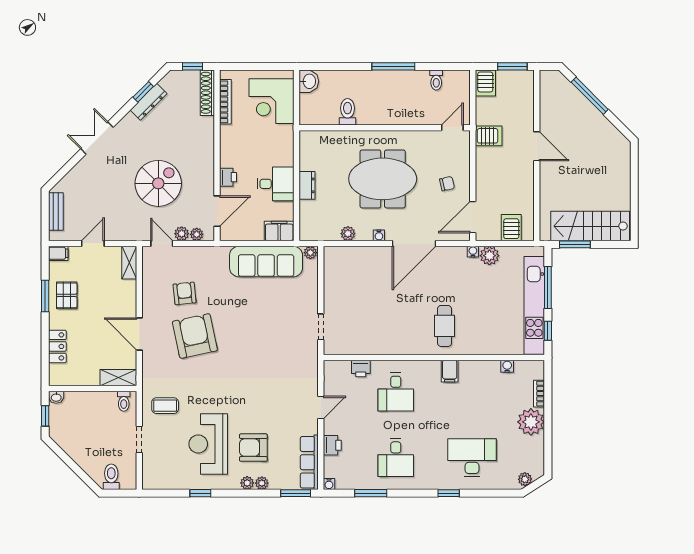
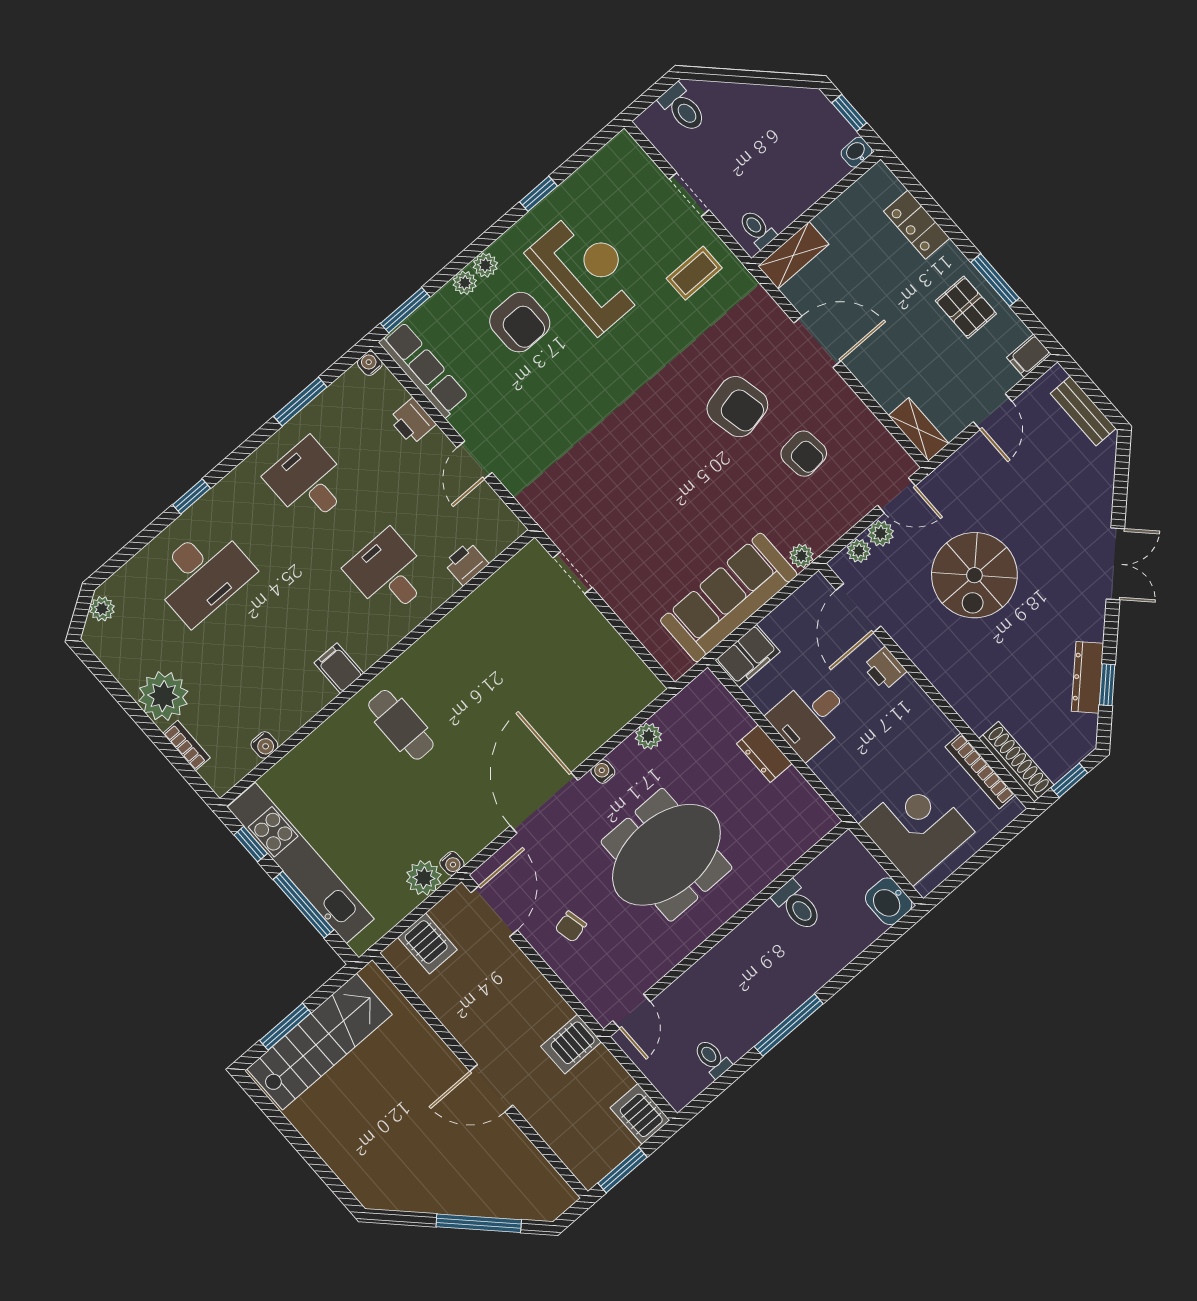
window: (575, 244) -> (285, 1027), moved
plant: (310, 253) -> (801, 556), moved
armchair: (195, 336) -> (737, 407), width x0.73, depth x0.73
armchair: (253, 448) -> (520, 322), turned 90

